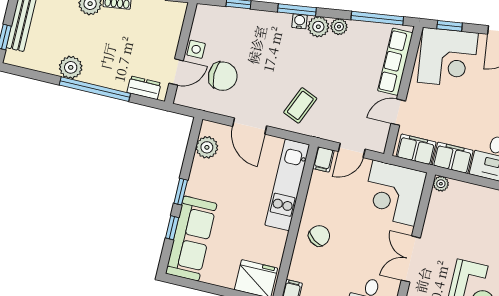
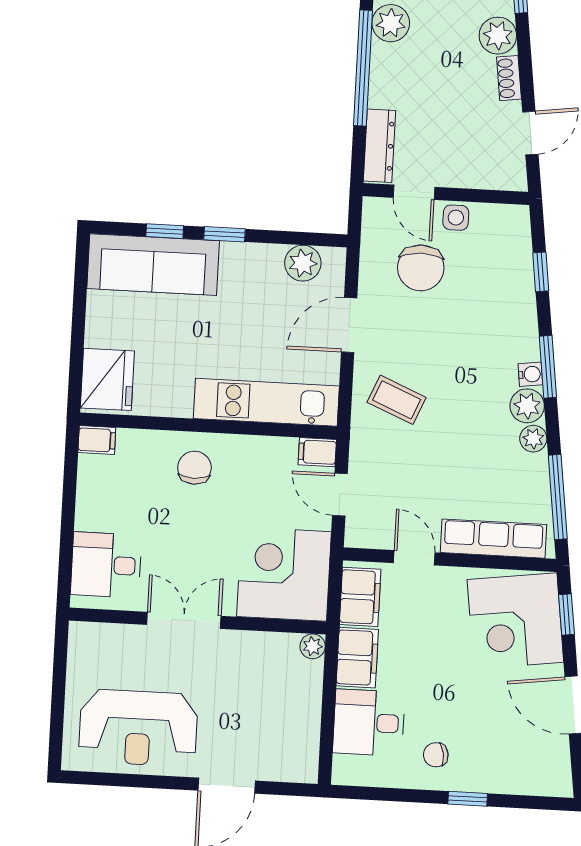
dresser: (144, 88) -> (379, 146), width x1.44
chair: (319, 236) -> (194, 468), turned -126

